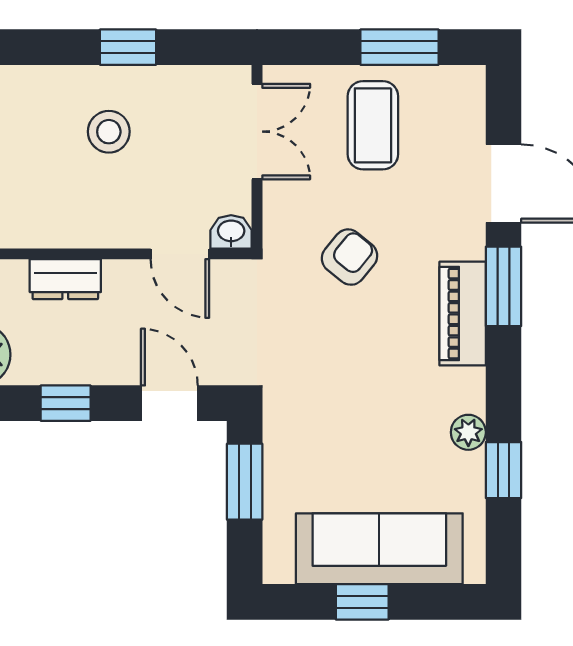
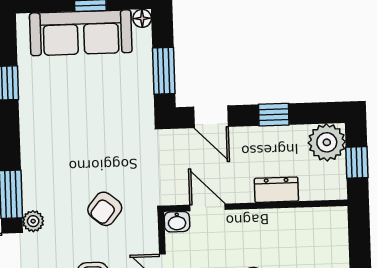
piano: (463, 314) -> (35, 177), removed
plant: (468, 432) -> (33, 221), moved
floor lamp: (277, 569) -> (142, 18), added

